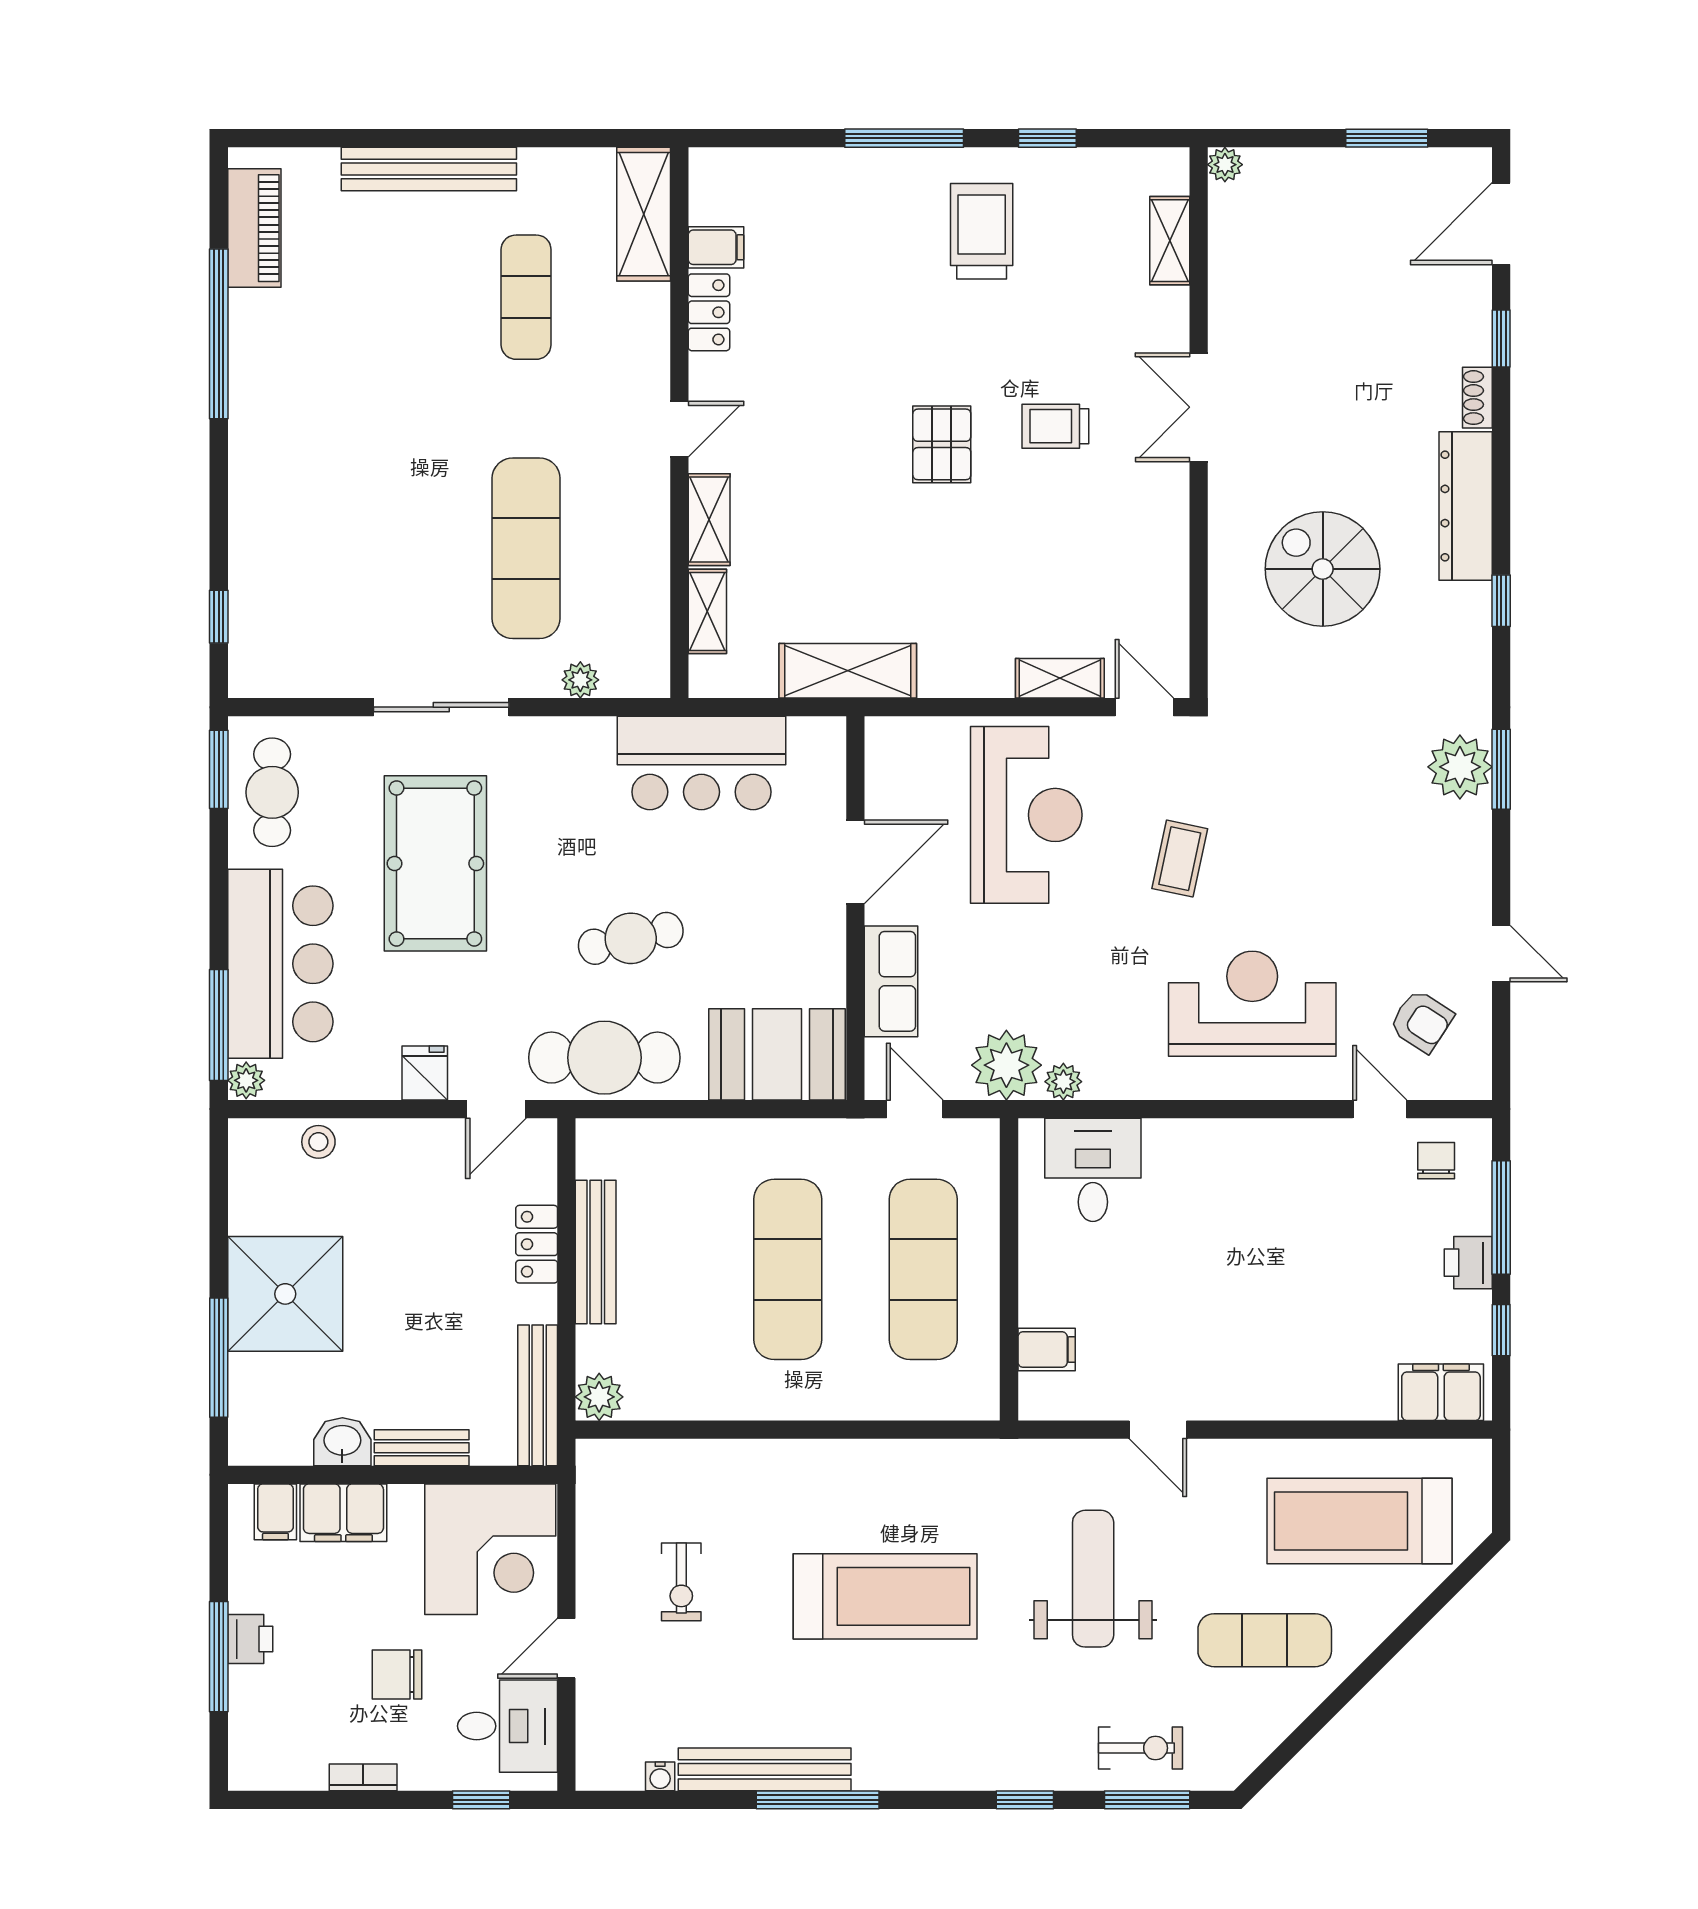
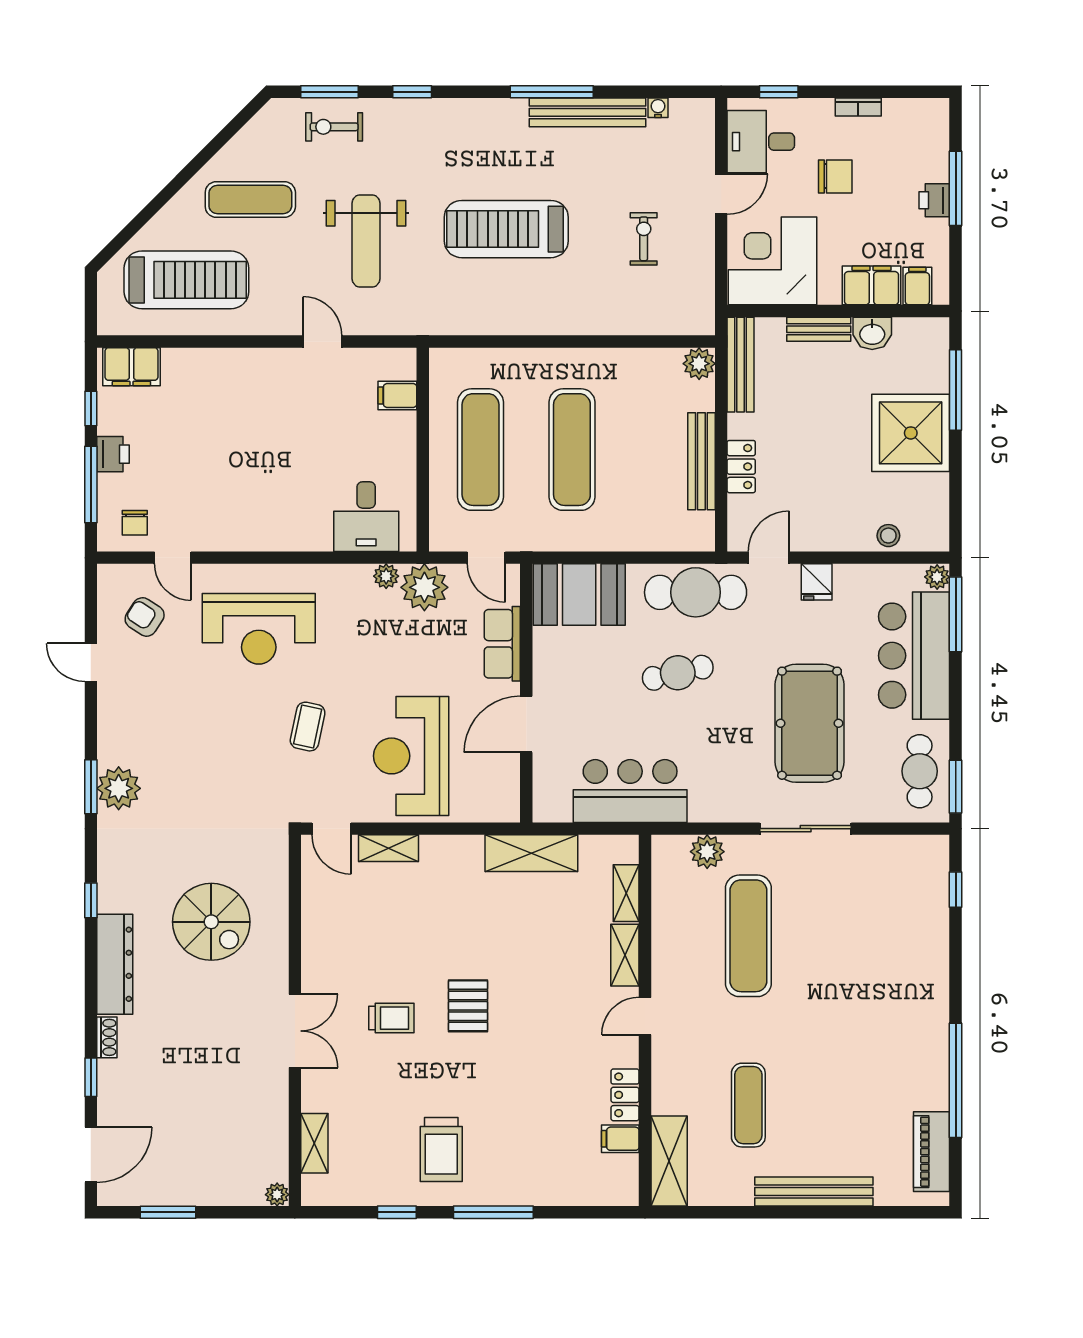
plant: (580, 680) -> (707, 852), width x1.38, depth x1.38

